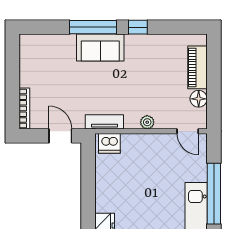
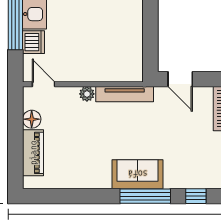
window: (138, 27) -> (196, 196), moved
tv unit: (104, 122) -> (125, 94), width x1.41
dishwasher: (109, 143) -> (33, 42), moved, turned 90

